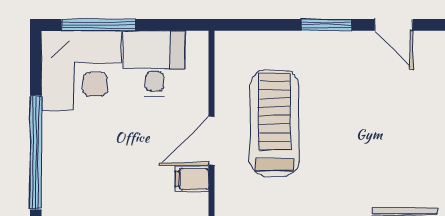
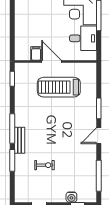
treadmill: (274, 123) -> (59, 87), turned 180

